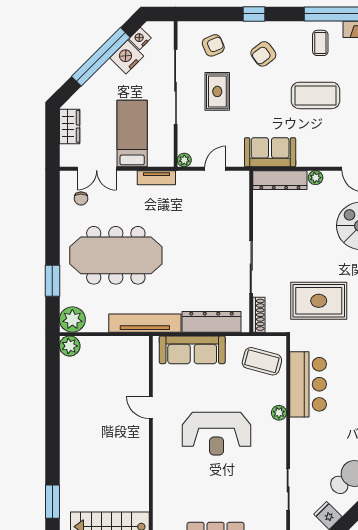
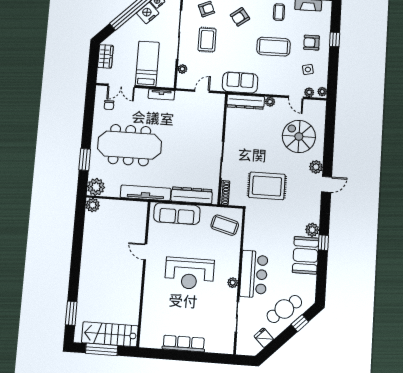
plant: (184, 160) -> (182, 69), moved
bar counter: (308, 384) -> (254, 274), moved
plant: (279, 413) -> (233, 283), moved

